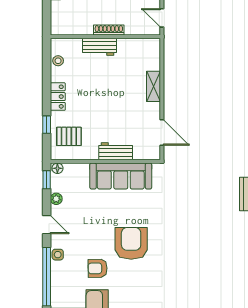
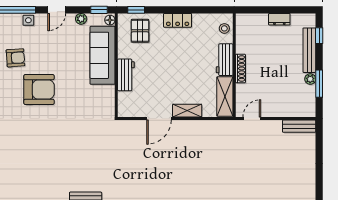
shelving: (138, 46) -> (225, 96), added
stool: (58, 61) -> (224, 28), moved
window: (47, 125) -> (136, 10), moved
door: (162, 132) -> (159, 119), moved
sofa: (121, 176) -> (103, 55), moved
armchair: (98, 268) -> (15, 58), turned 87

